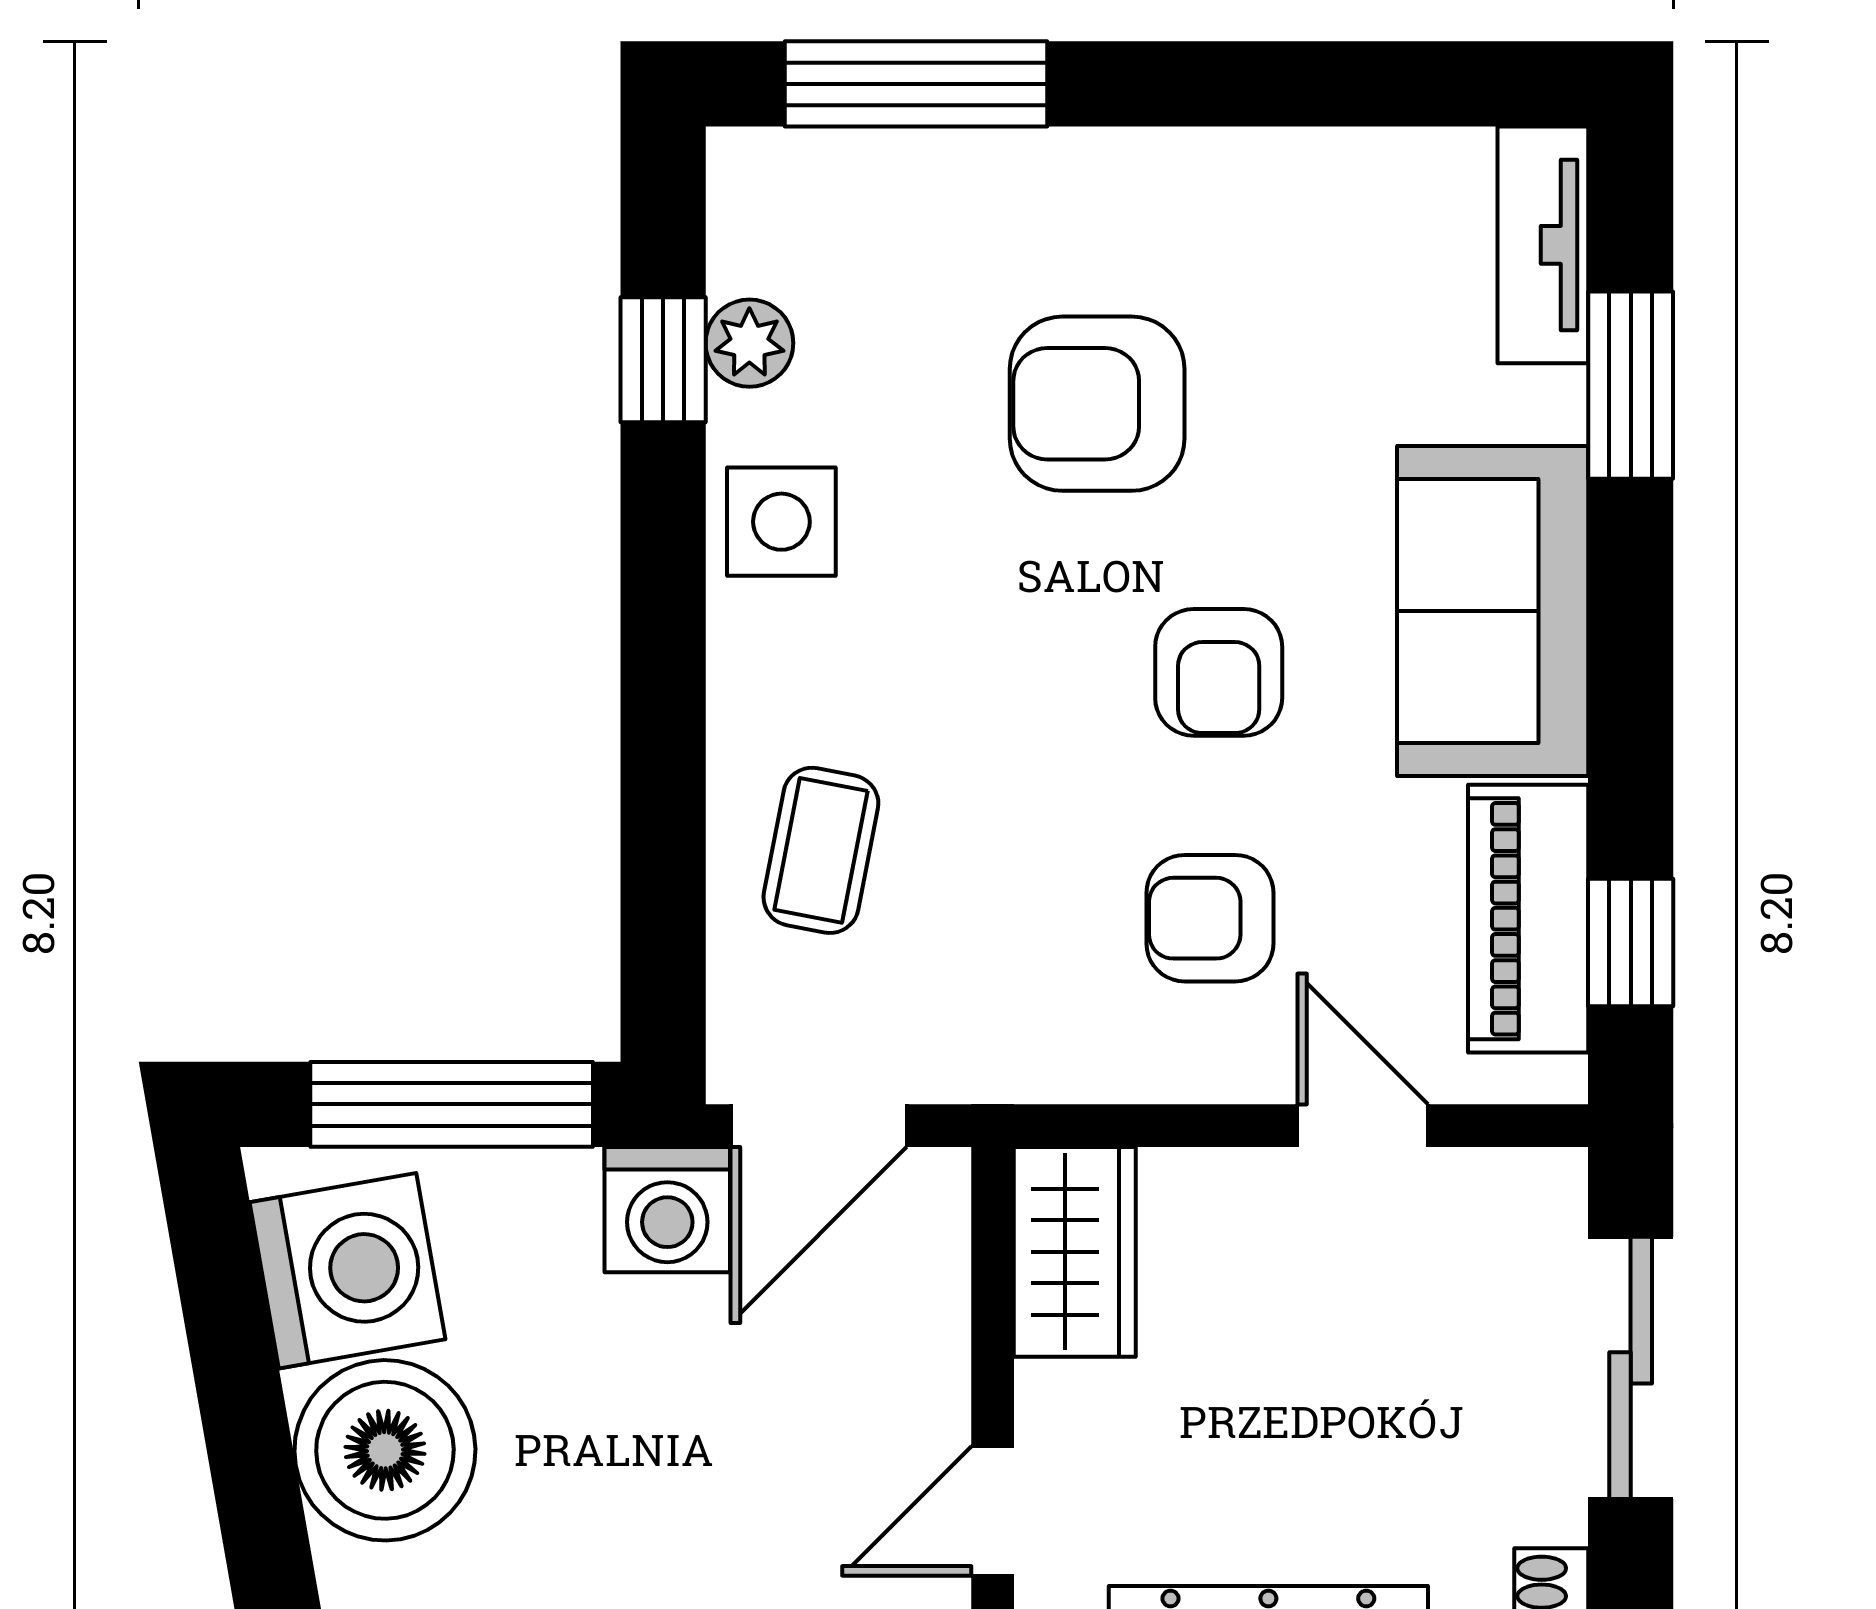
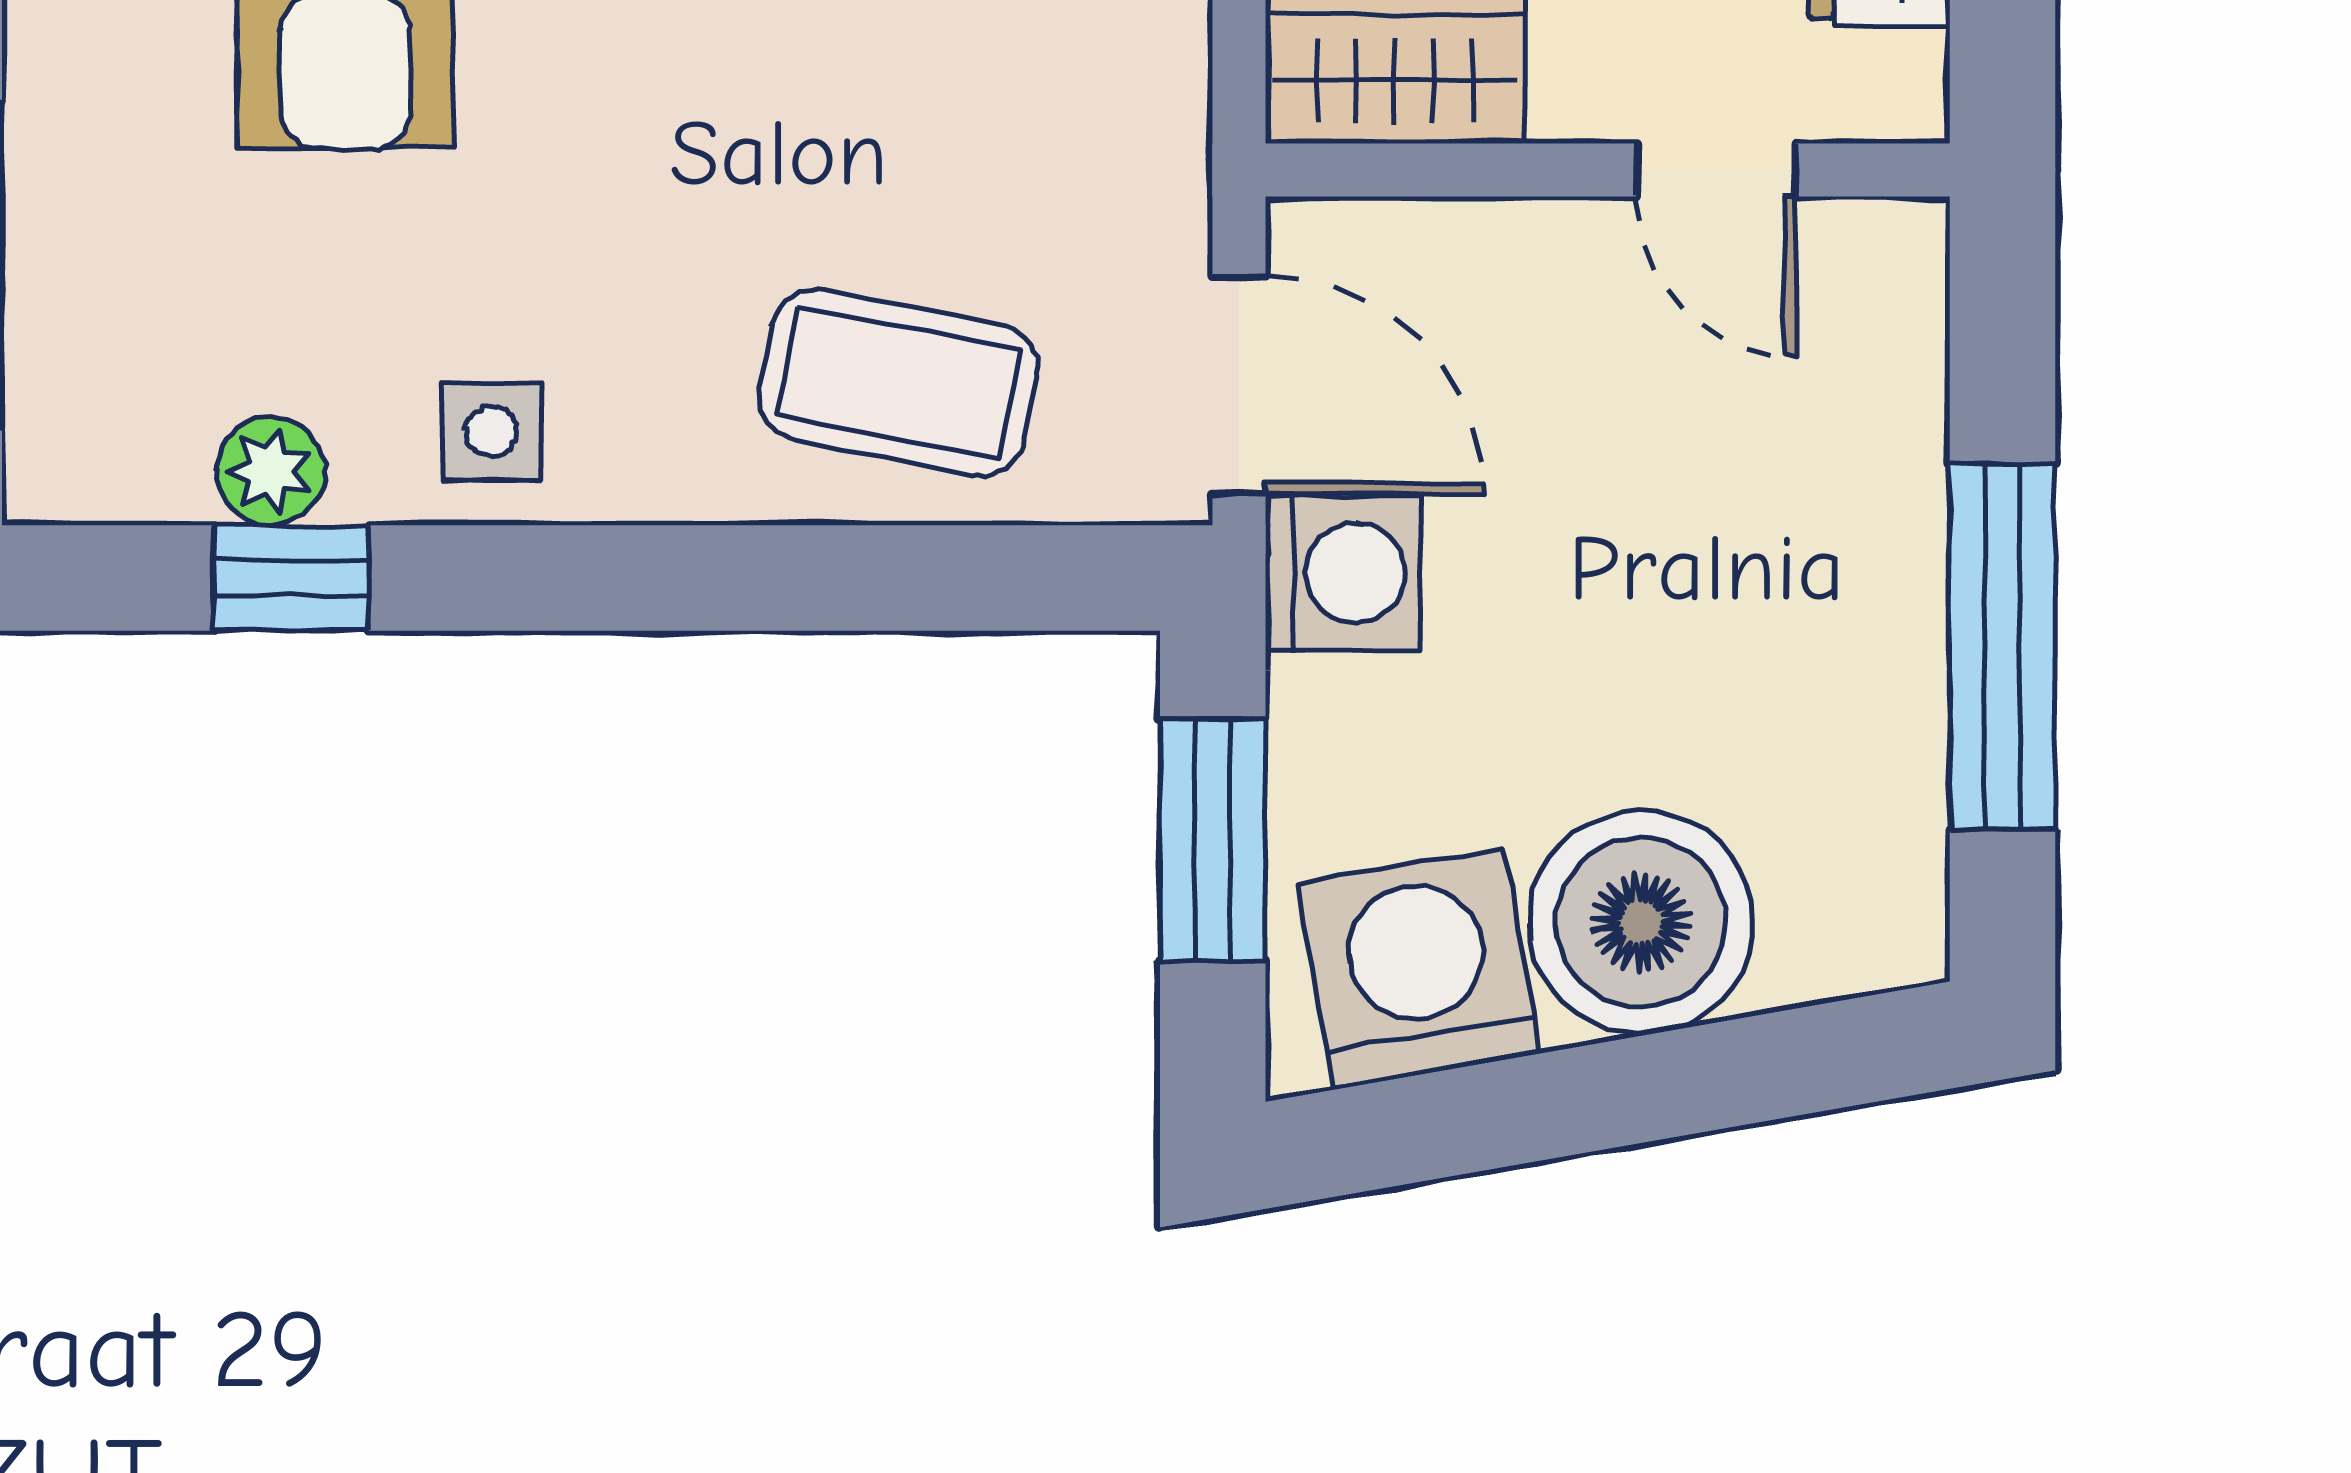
side table: (781, 522) -> (491, 432), width x0.73, depth x0.73
coffee table: (821, 850) -> (898, 383), width x1.36, depth x1.30
window: (452, 1104) -> (1213, 840), width x0.69

